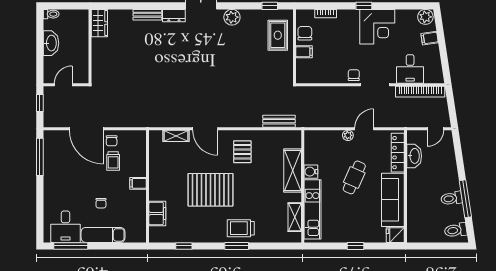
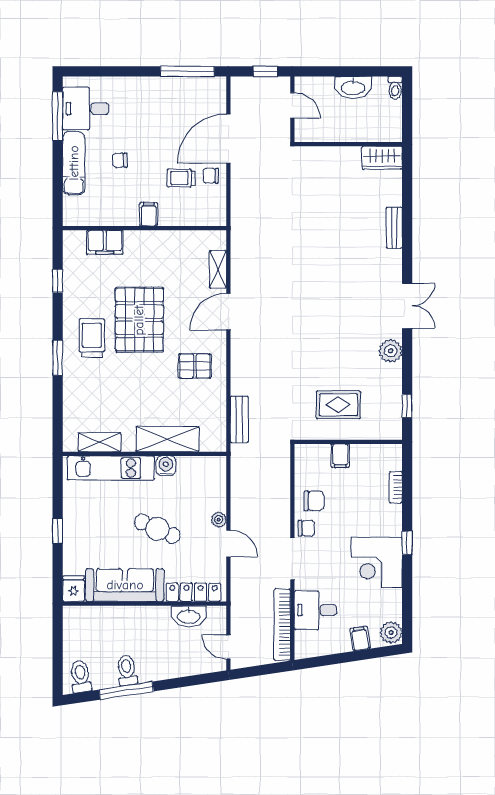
dresser: (174, 16) -> (393, 266), removed
chair: (305, 33) -> (314, 501), moved
rug: (278, 35) -> (338, 405), moved
trolley: (241, 228) -> (92, 338), moved

